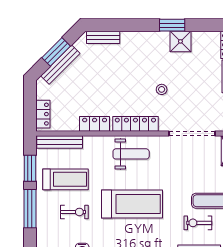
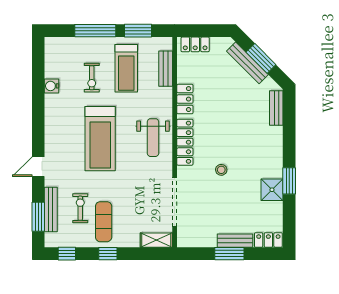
bench: (60, 142) -> (166, 69), width x0.73

